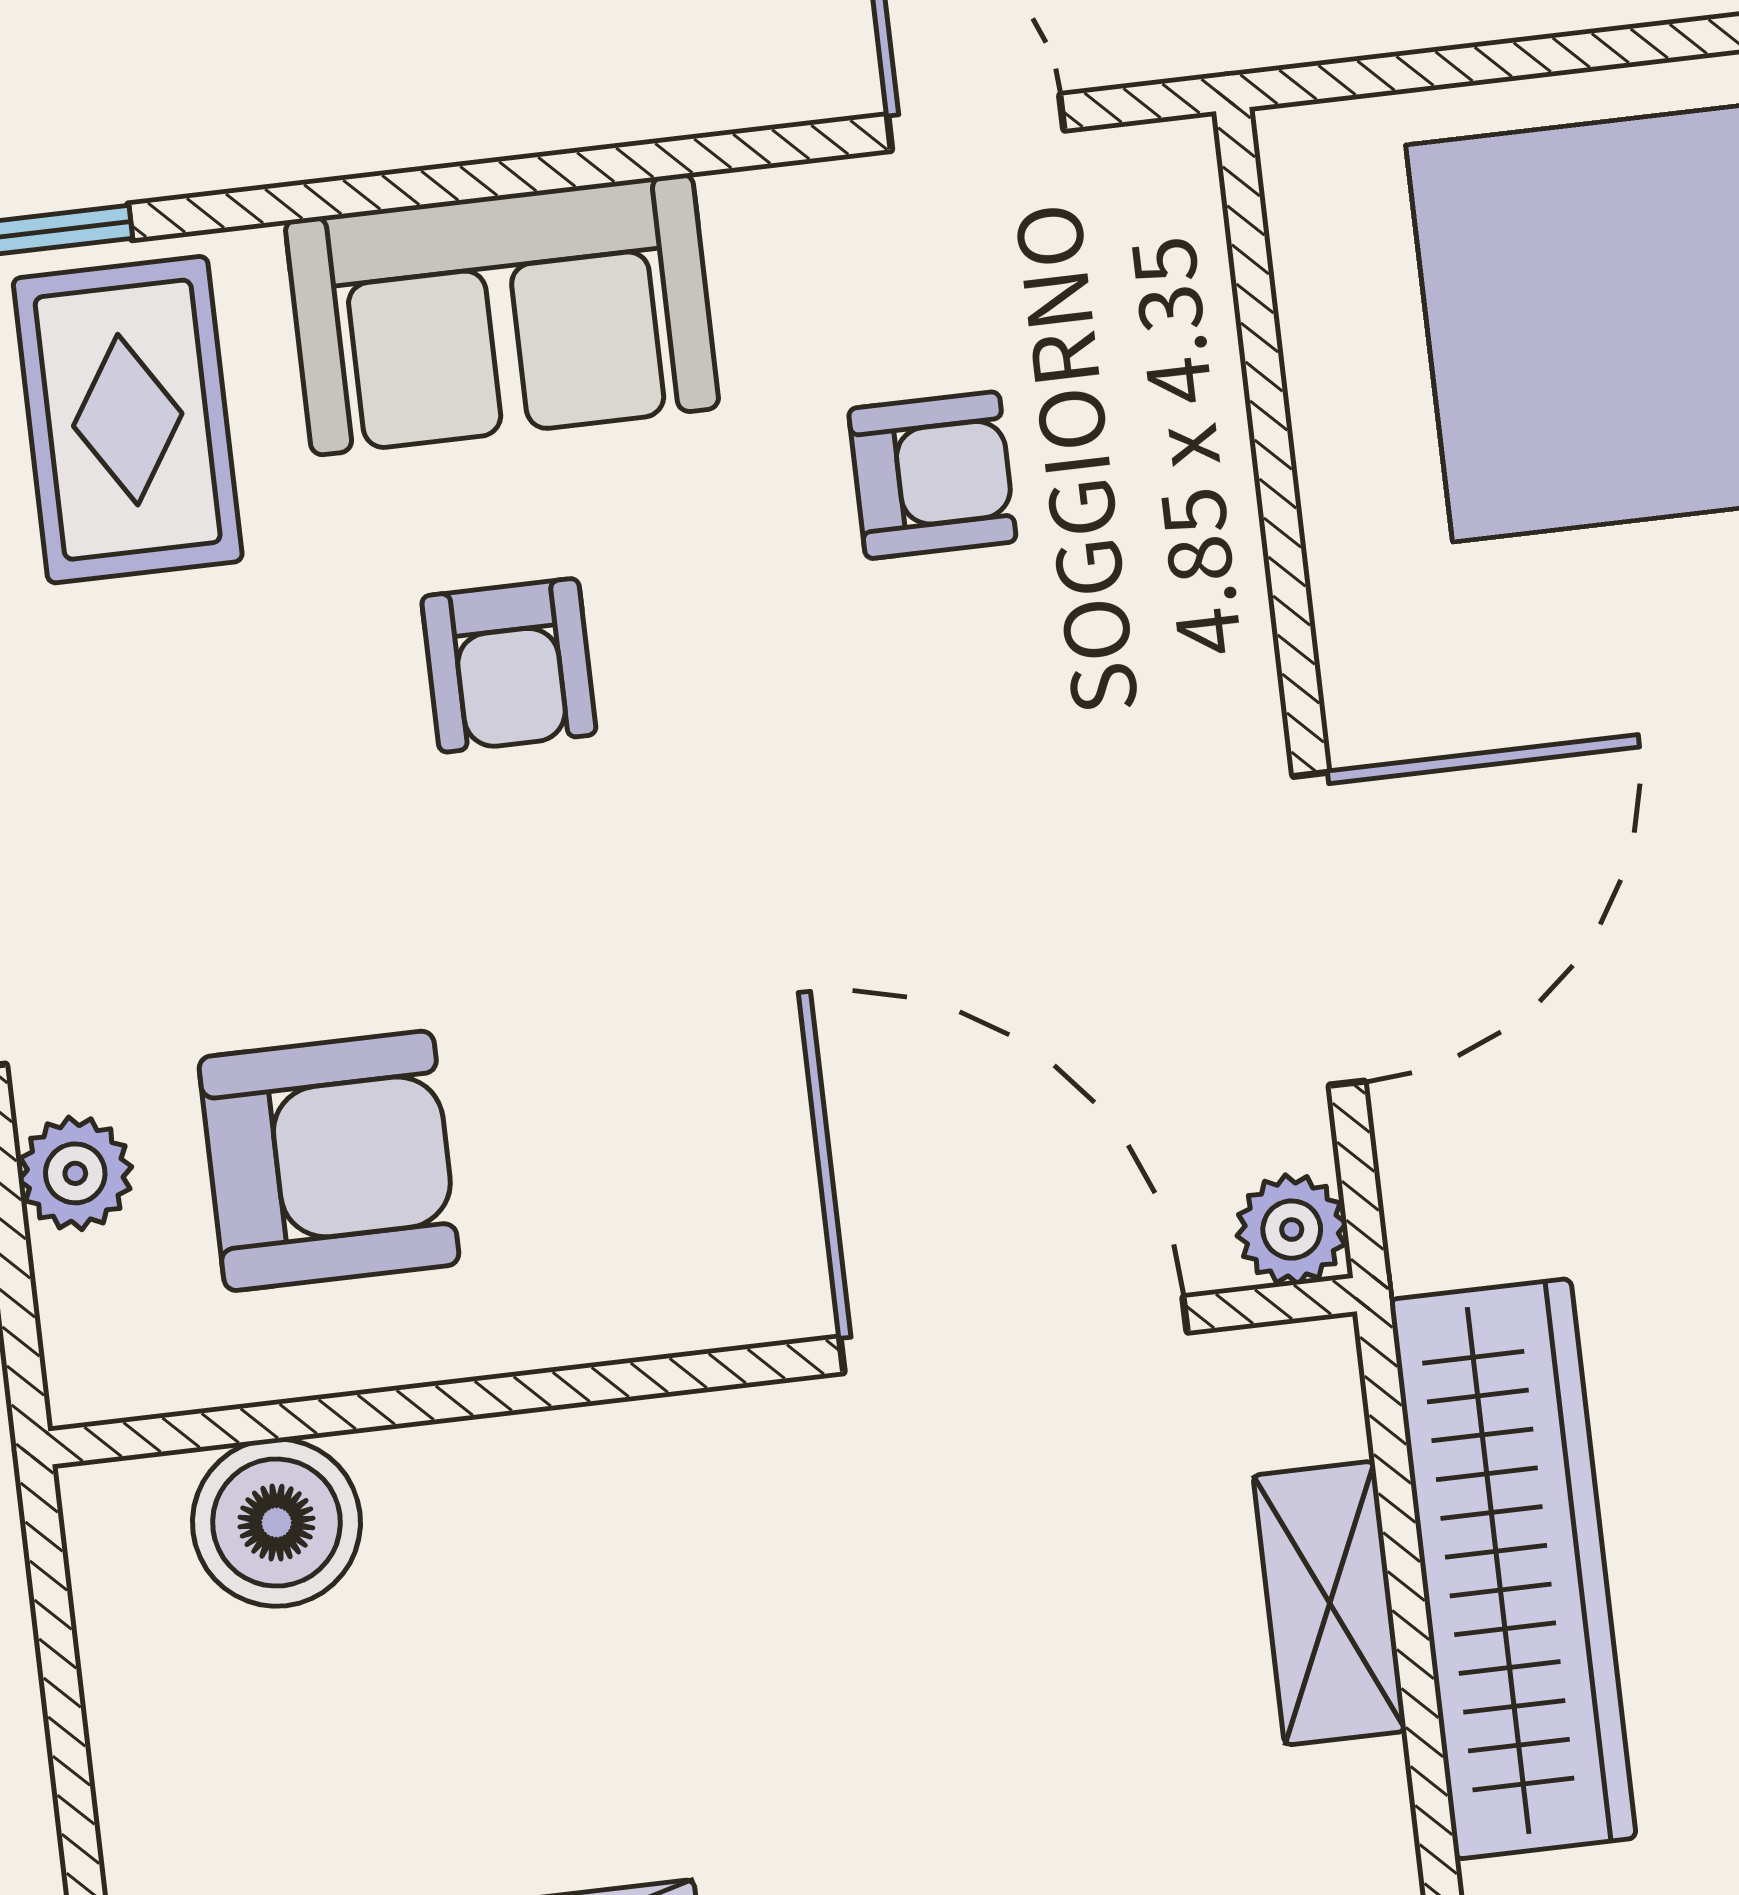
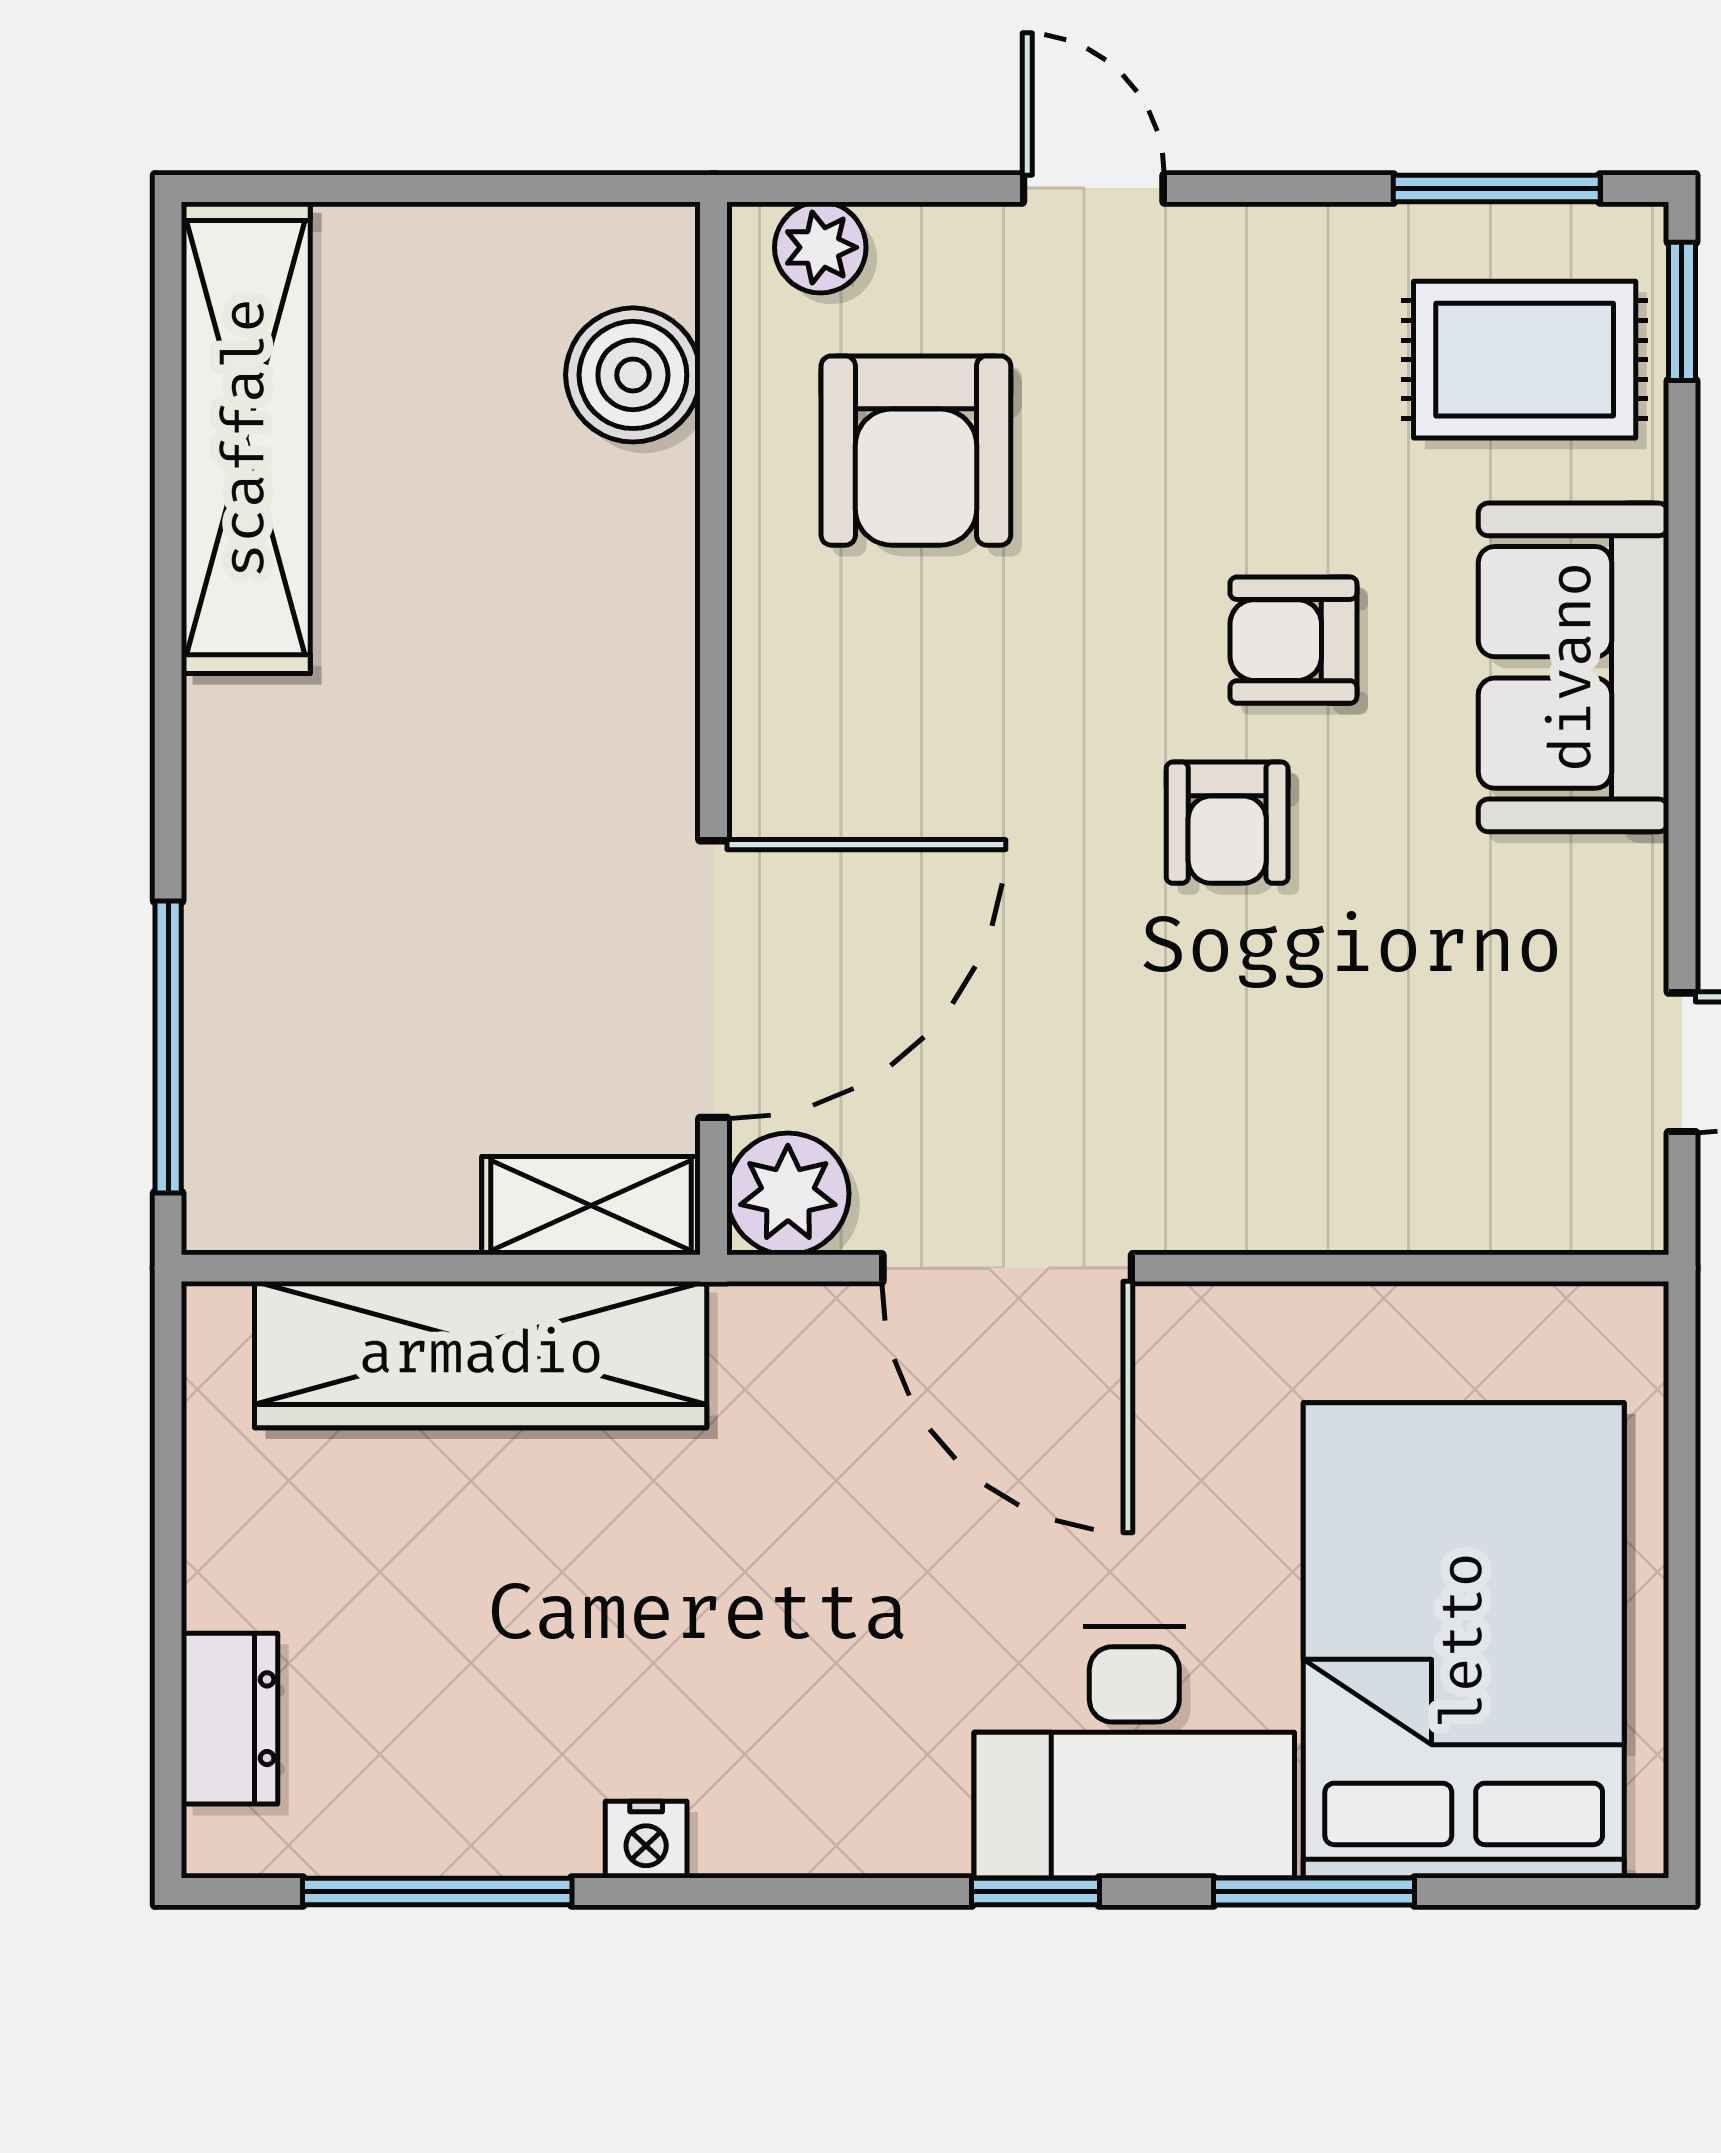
armchair: (932, 475) -> (1227, 823), moved
plant: (75, 1173) -> (820, 247), moved
plant: (1292, 1230) -> (788, 1194), width x1.38, depth x1.38
shelving: (1330, 1603) -> (591, 1206), moved

